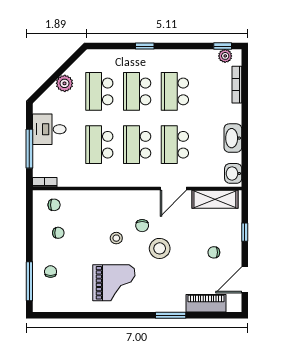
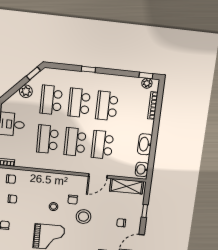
window: (73, 59) -> (33, 73), added

